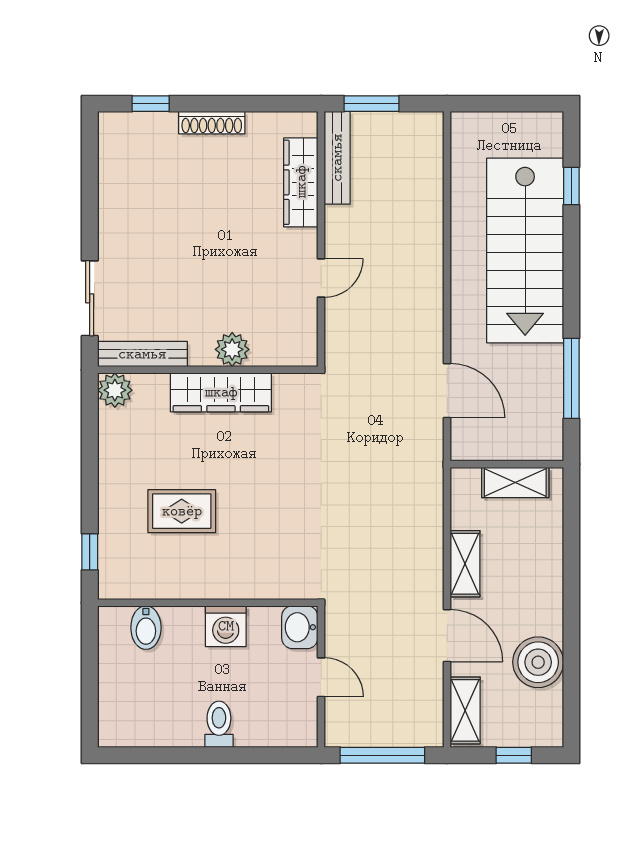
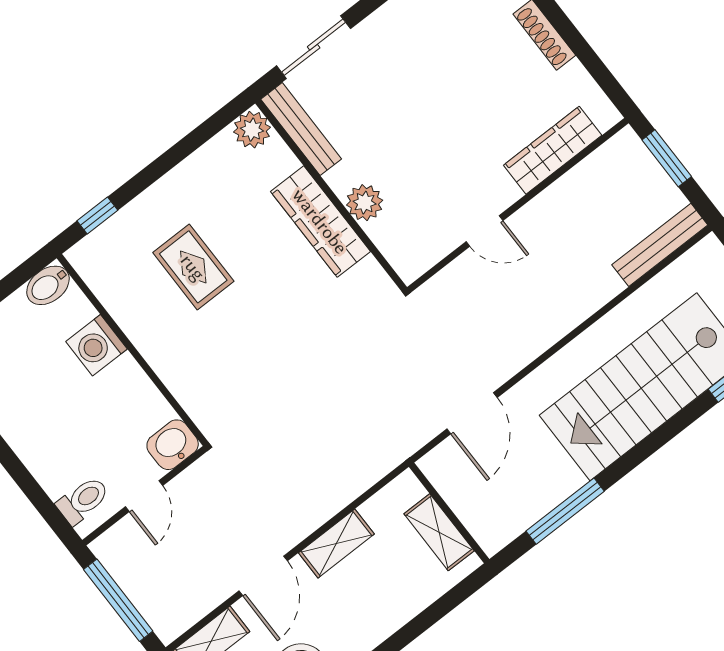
bench: (337, 158) -> (660, 245), moved
washing machine: (226, 626) -> (97, 345), moved
bidet: (146, 628) -> (48, 285), moved
toilet: (219, 724) -> (83, 500), moved

